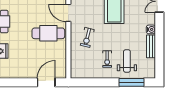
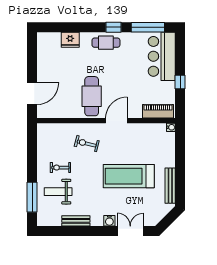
water cooler: (151, 29) -> (109, 221), moved
weight bench: (127, 61) -> (58, 192), turned 180
door: (46, 82) -> (32, 94), hinge flipped

